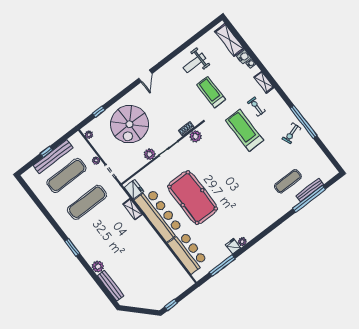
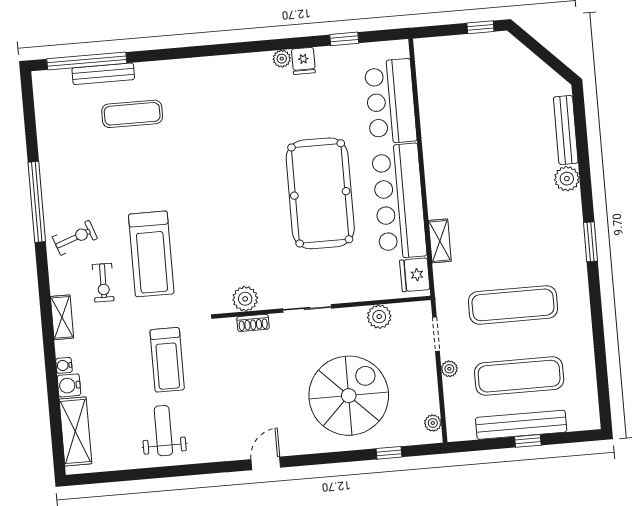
weight bench: (195, 63) -> (163, 431), turned -90
exercise bike: (291, 133) -> (75, 238), moved
plant: (150, 154) -> (379, 317), moved
window: (309, 199) -> (87, 61), moved
window: (222, 265) -> (344, 39), width x0.46

